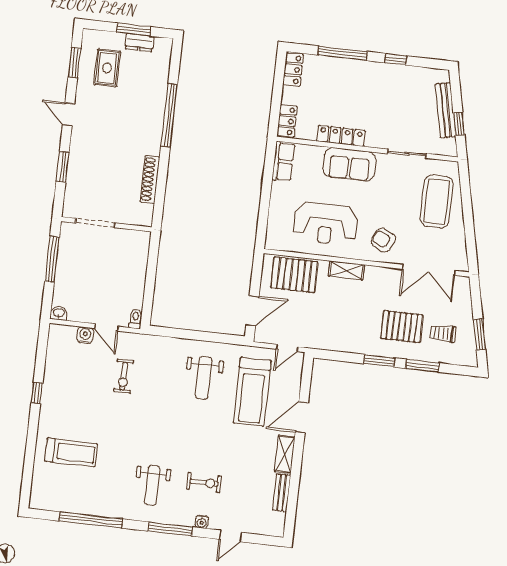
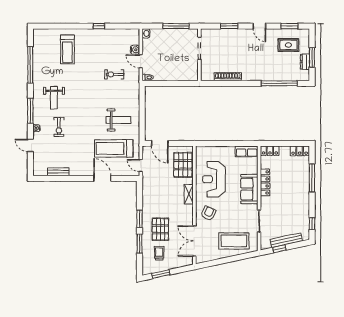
window: (396, 59) -> (312, 224), moved
door: (69, 114) -> (259, 26), swing flipped
window: (169, 115) -> (279, 83), moved
door: (106, 327) -> (141, 61), hinge flipped
weight bench: (204, 378) -> (118, 120), turned 180
shelving: (285, 454) -> (80, 171), removed
weight bench: (152, 485) -> (54, 98), turned -90

